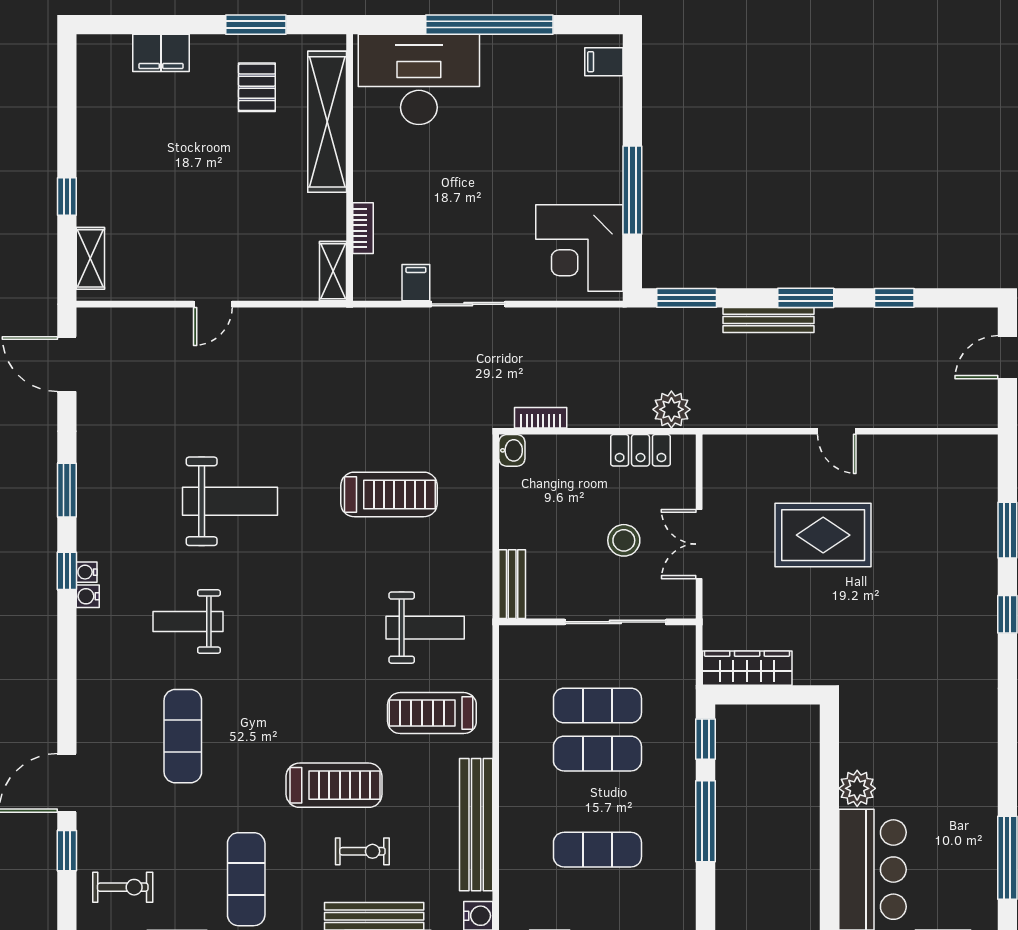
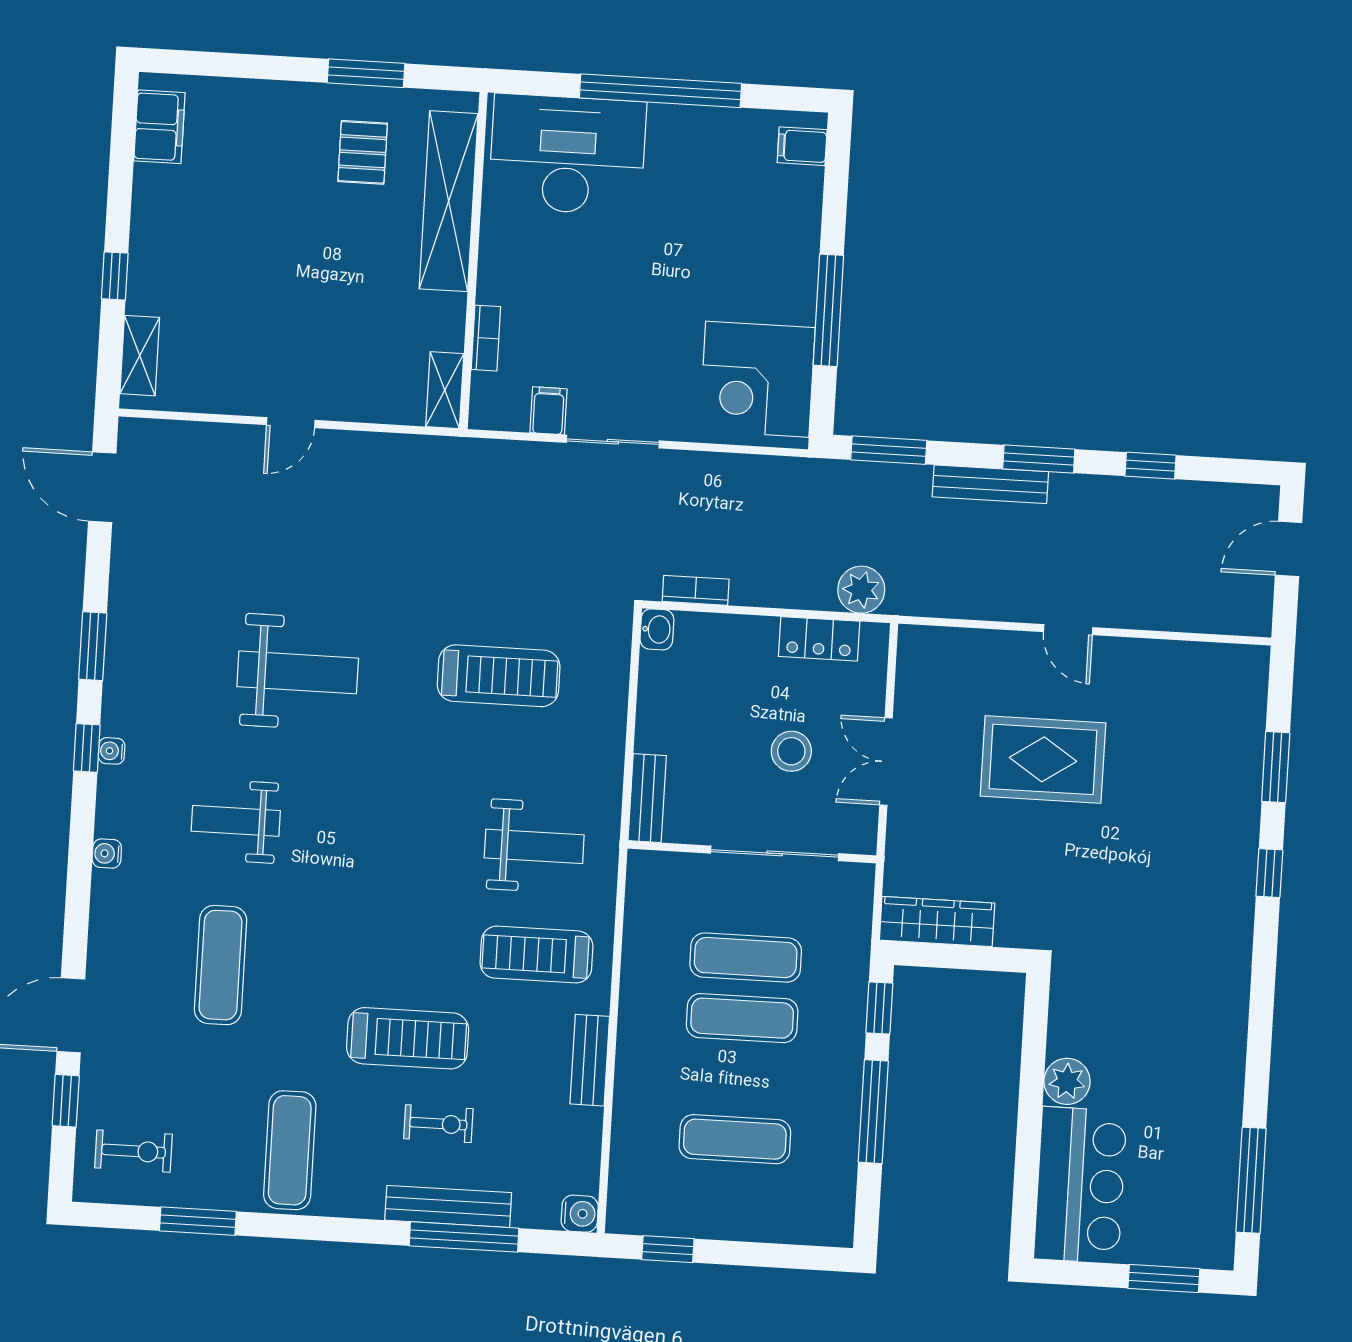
filing cabinet: (161, 53) -> (159, 127), moved, turned -90
water cooler: (88, 596) -> (107, 853), moved
bench: (476, 825) -> (590, 1060), width x0.54, depth x0.82

